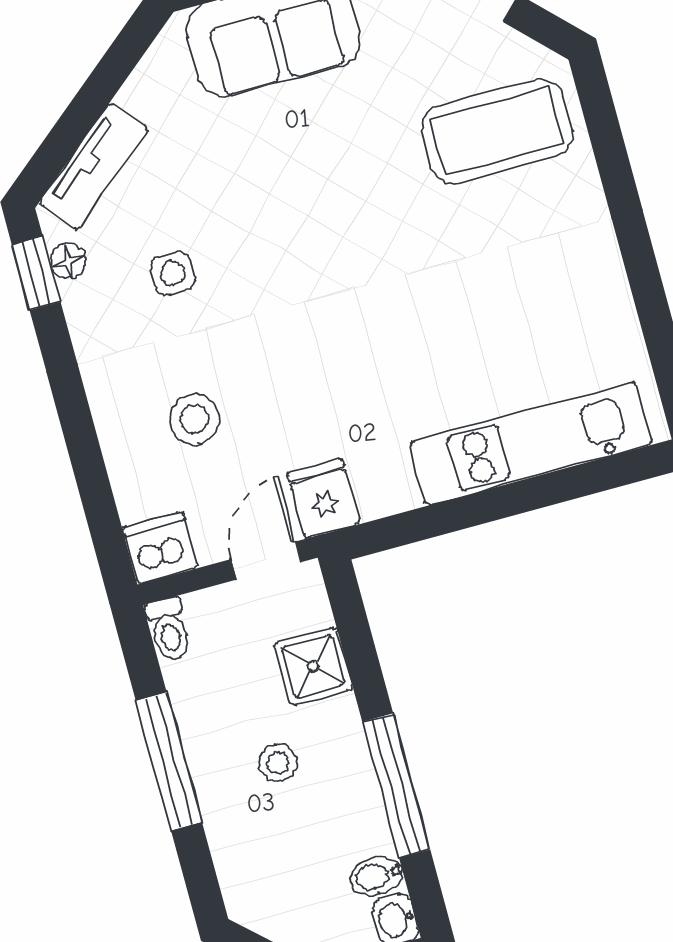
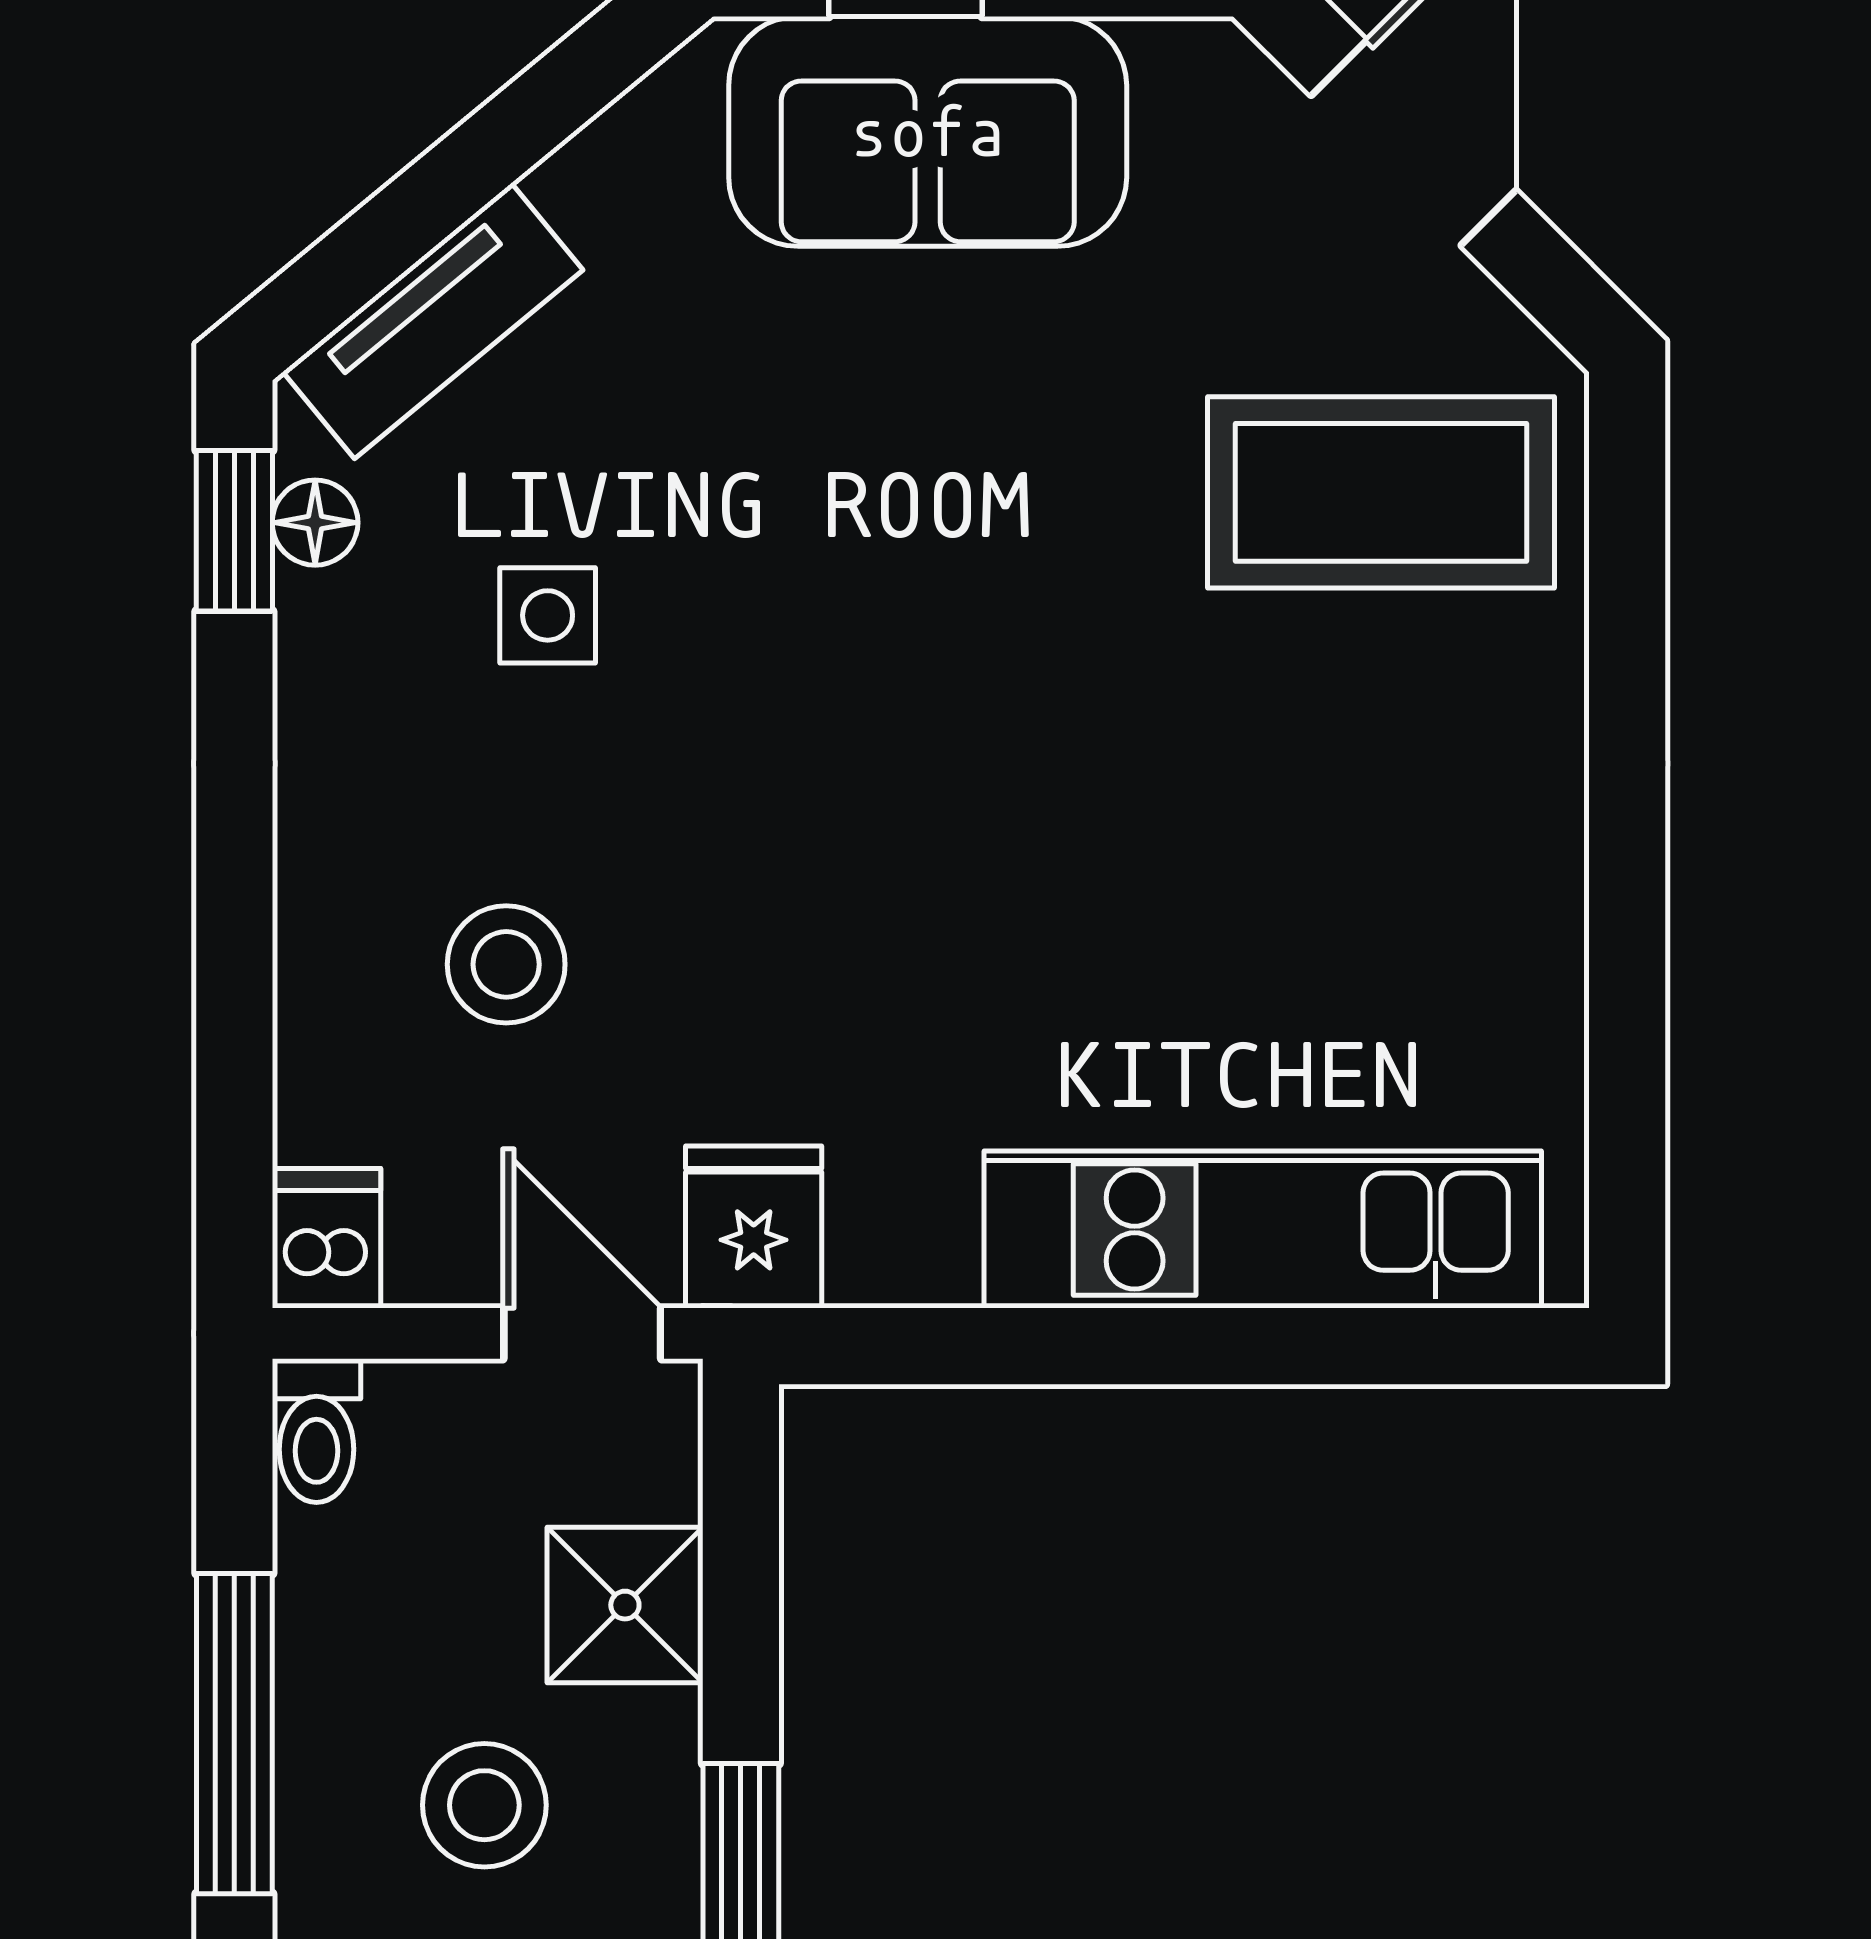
dishwasher: (160, 548) -> (326, 1238), width x0.73
door: (266, 561) -> (582, 1333), hinge flipped
stool: (278, 763) -> (484, 1805), width x1.37, depth x1.37

